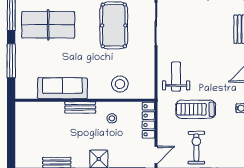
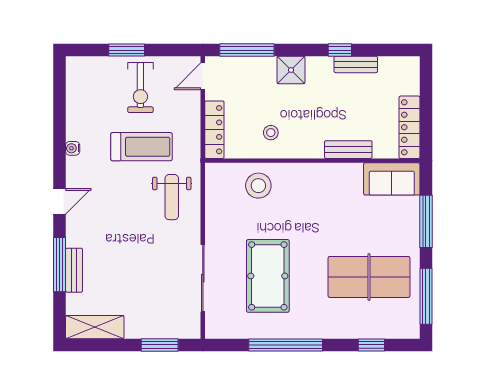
sofa: (62, 88) -> (392, 179), moved, width x0.73
bench: (80, 107) -> (348, 150), moved
locker: (22, 122) -> (409, 127), added

